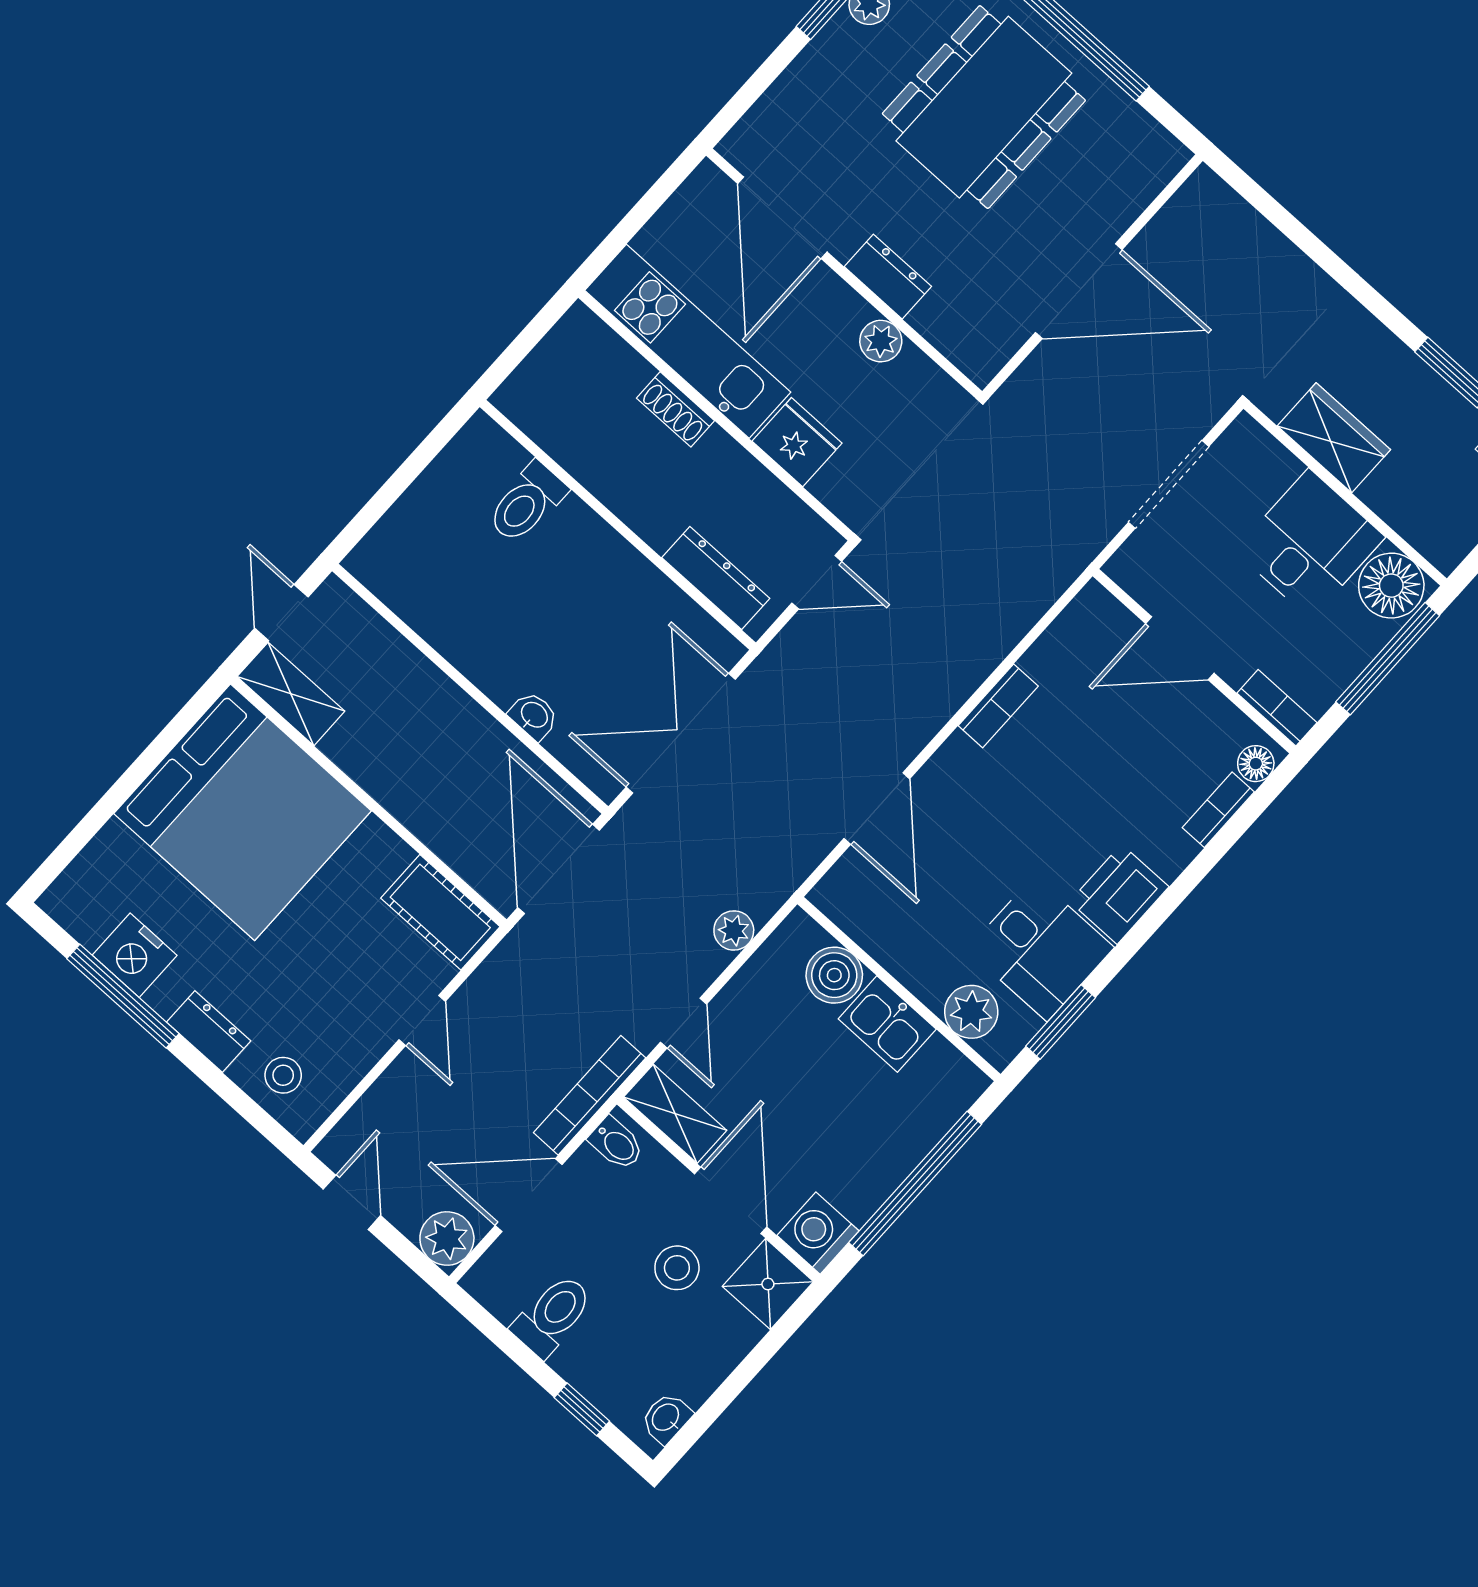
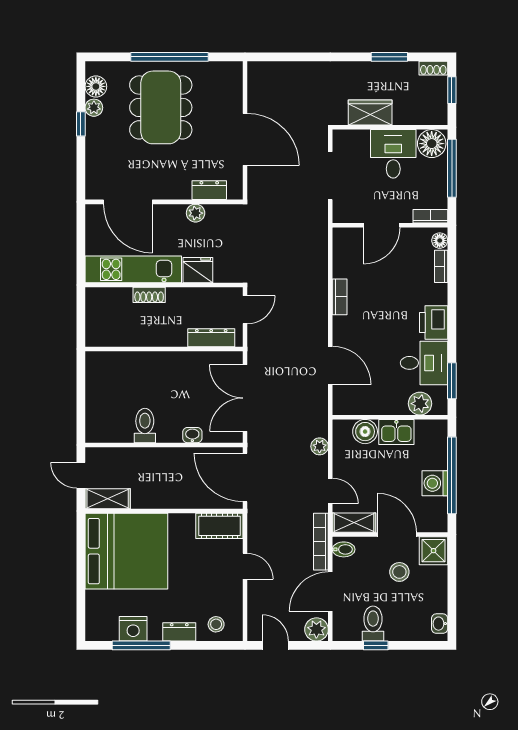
dresser: (888, 277) -> (209, 190), moved
door: (1079, 291) -> (245, 139), hinge flipped
toilet: (527, 503) -> (145, 426), moved, turned 180
washing machine: (818, 1233) -> (435, 483), moved
window: (582, 1409) -> (376, 645), moved

